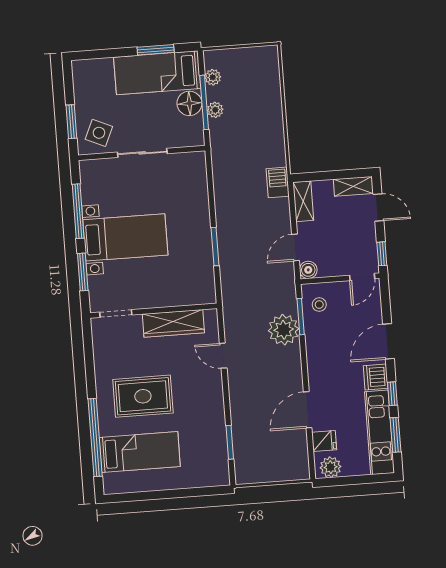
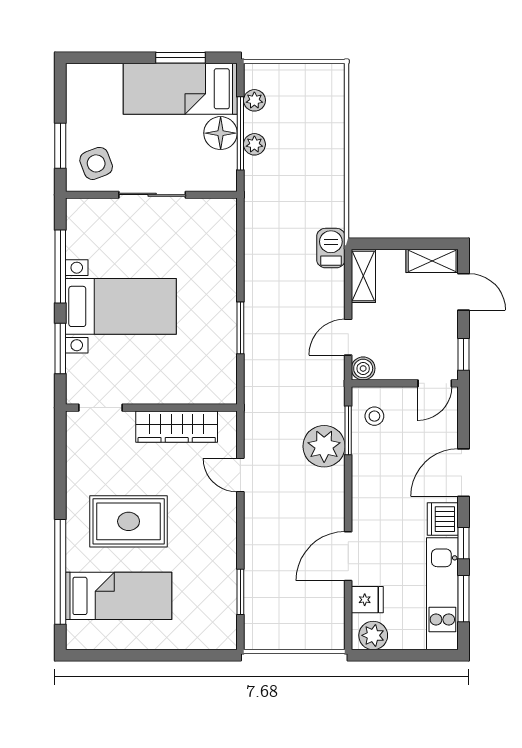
side table: (99, 133) -> (96, 163), turned 45

